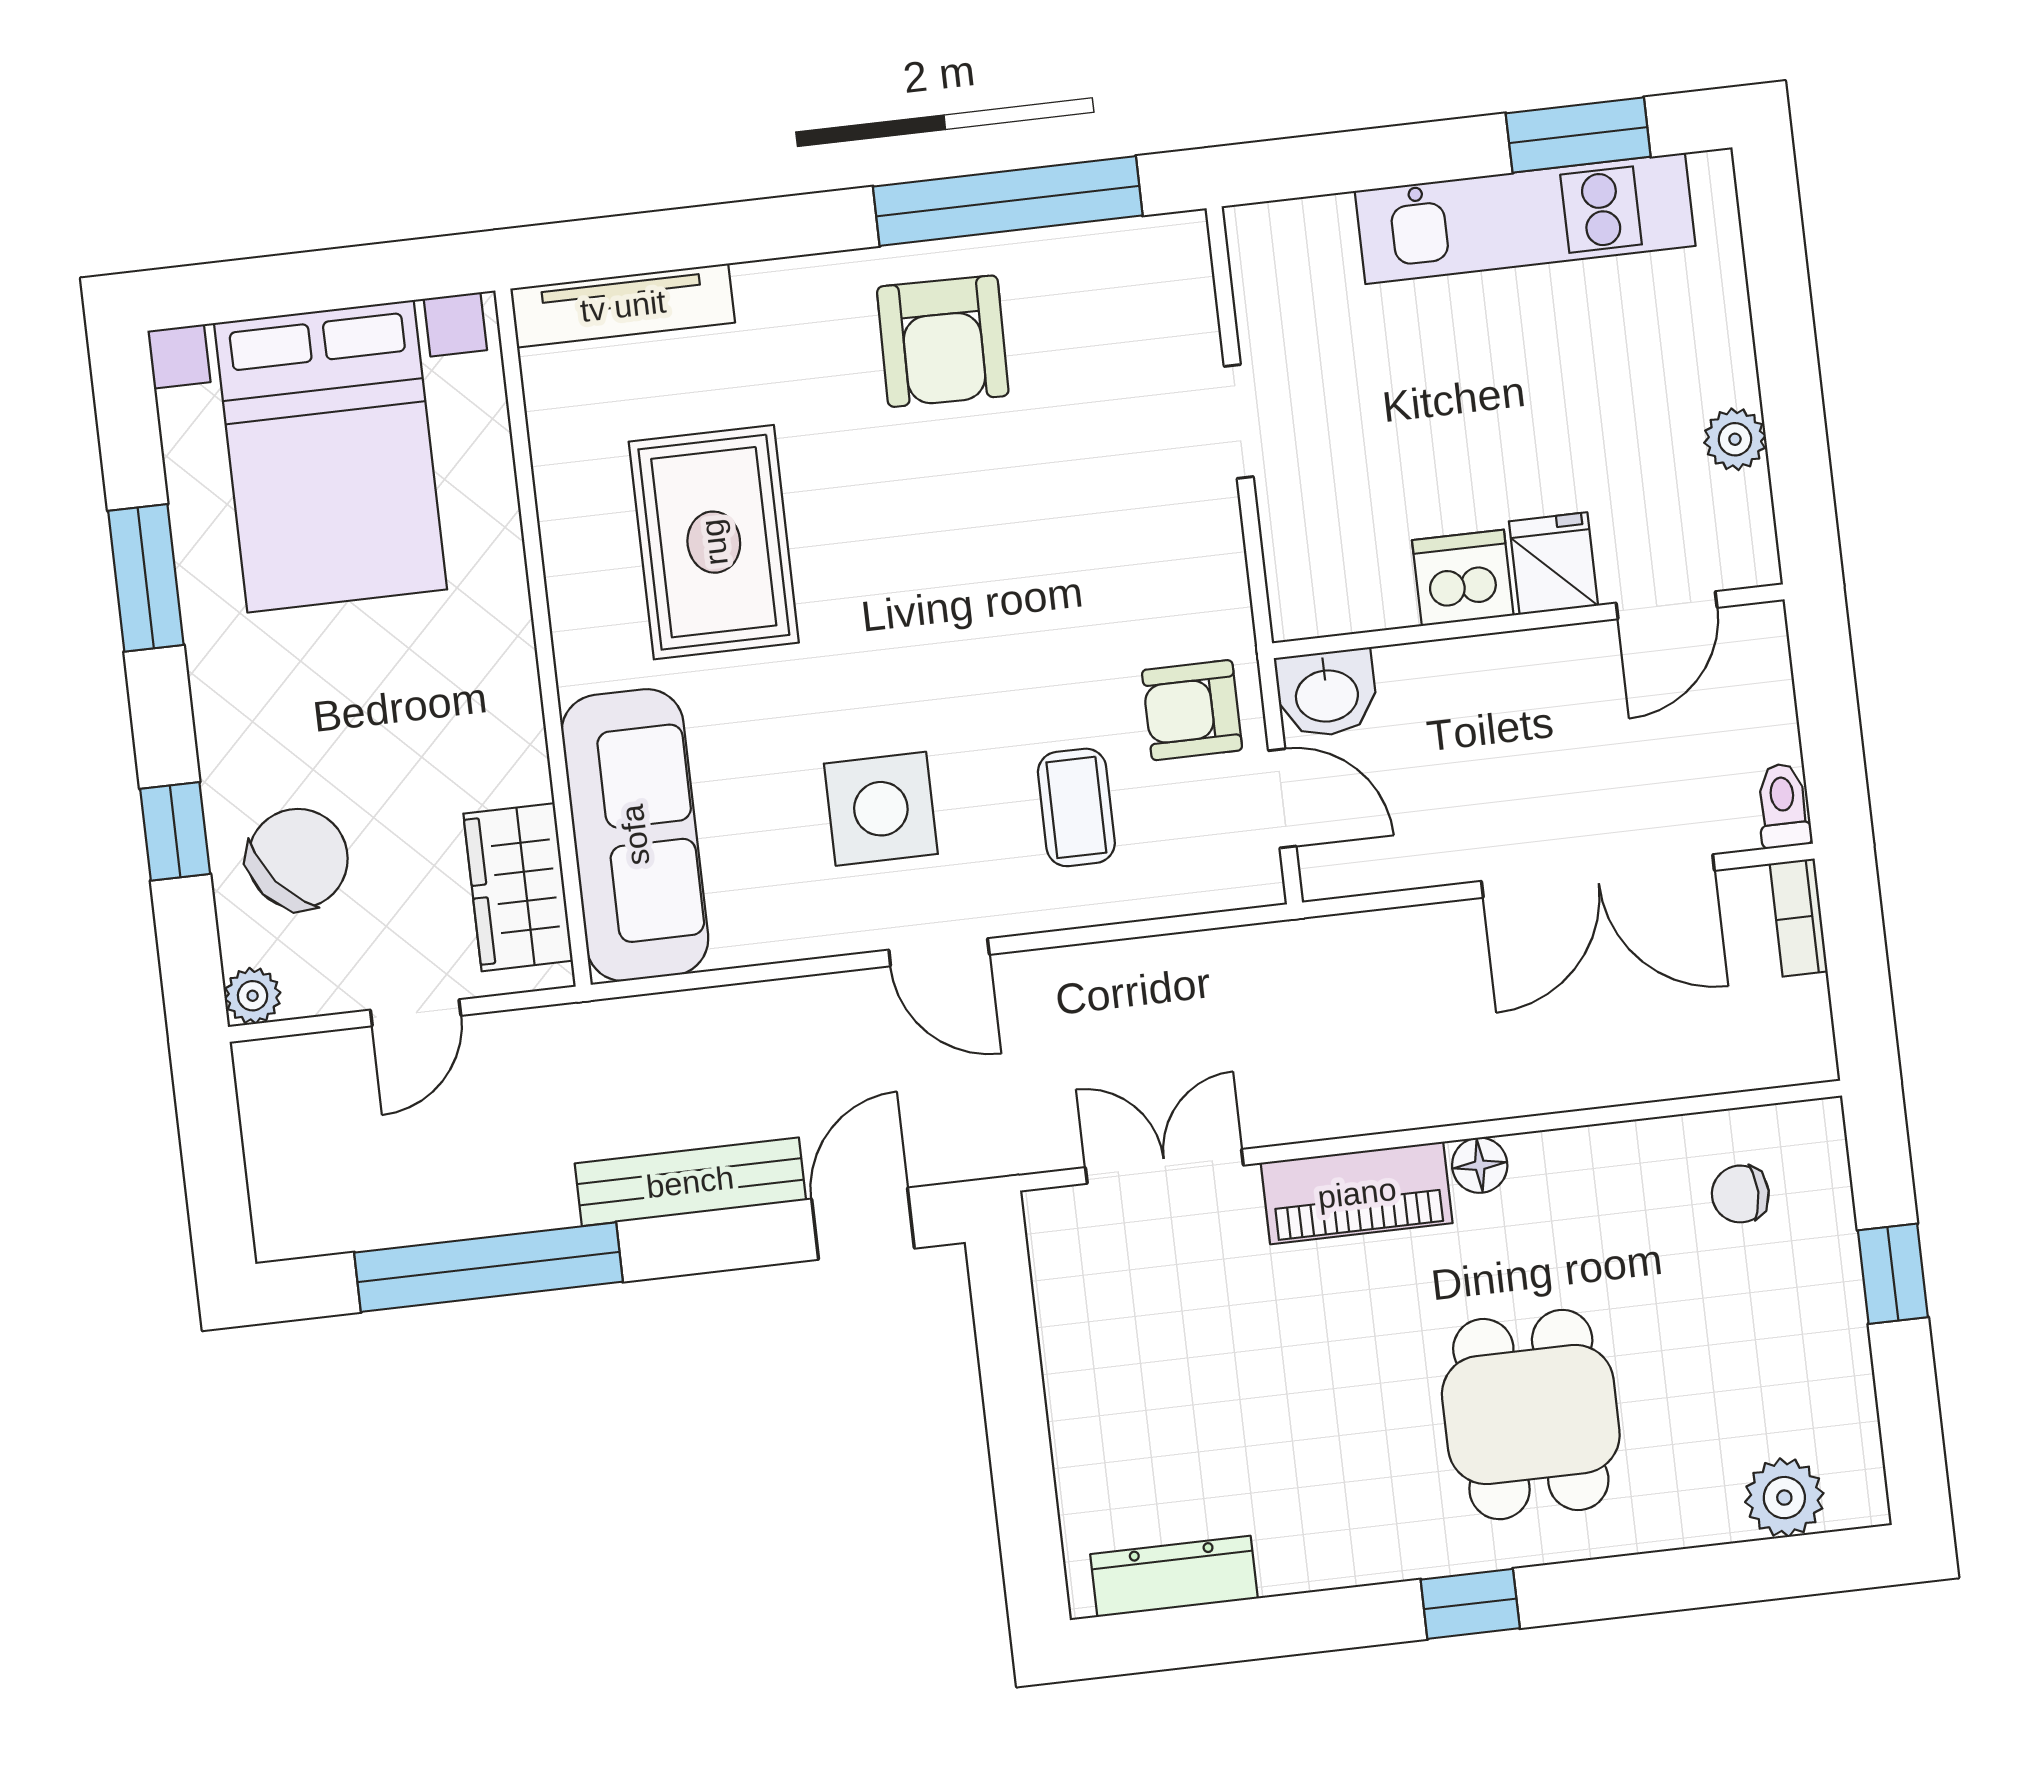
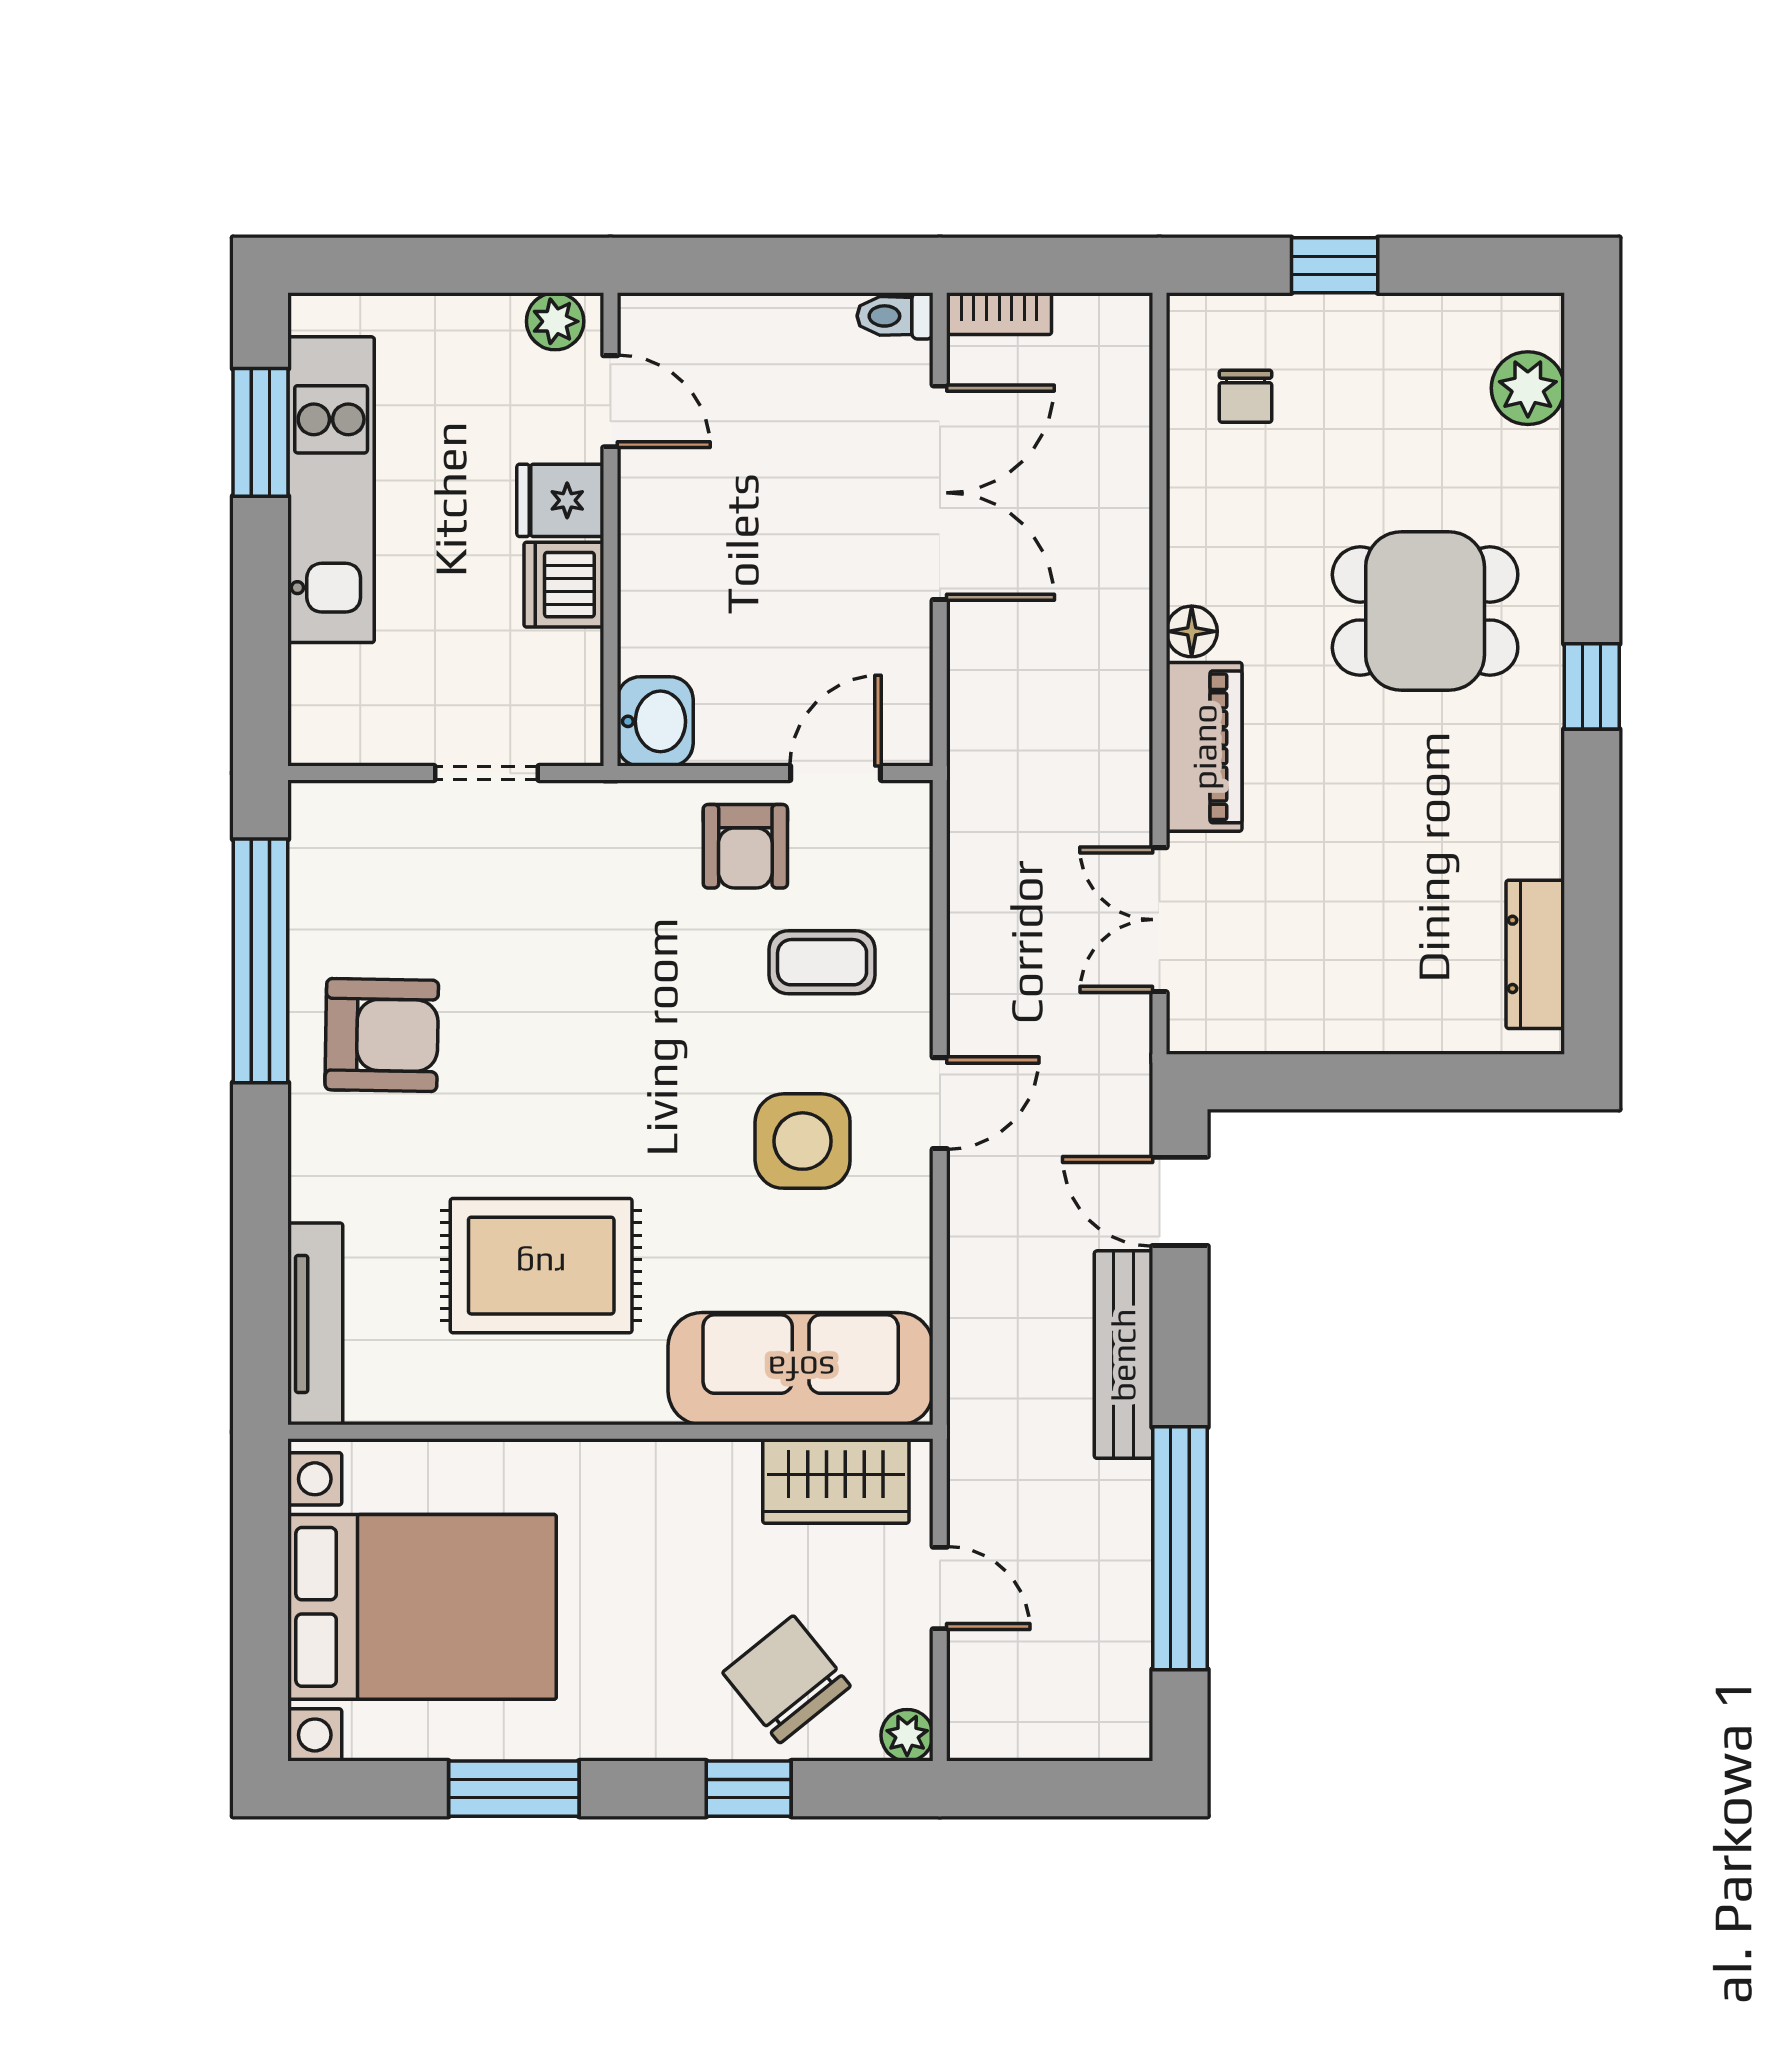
fridge: (1553, 563) -> (560, 500), moved
dishwasher: (1463, 578) -> (564, 585), moved
door: (1667, 605) -> (610, 401), moved
wall: (1528, 621) -> (610, 529), moved
washbasin: (1327, 694) -> (655, 721), moved

